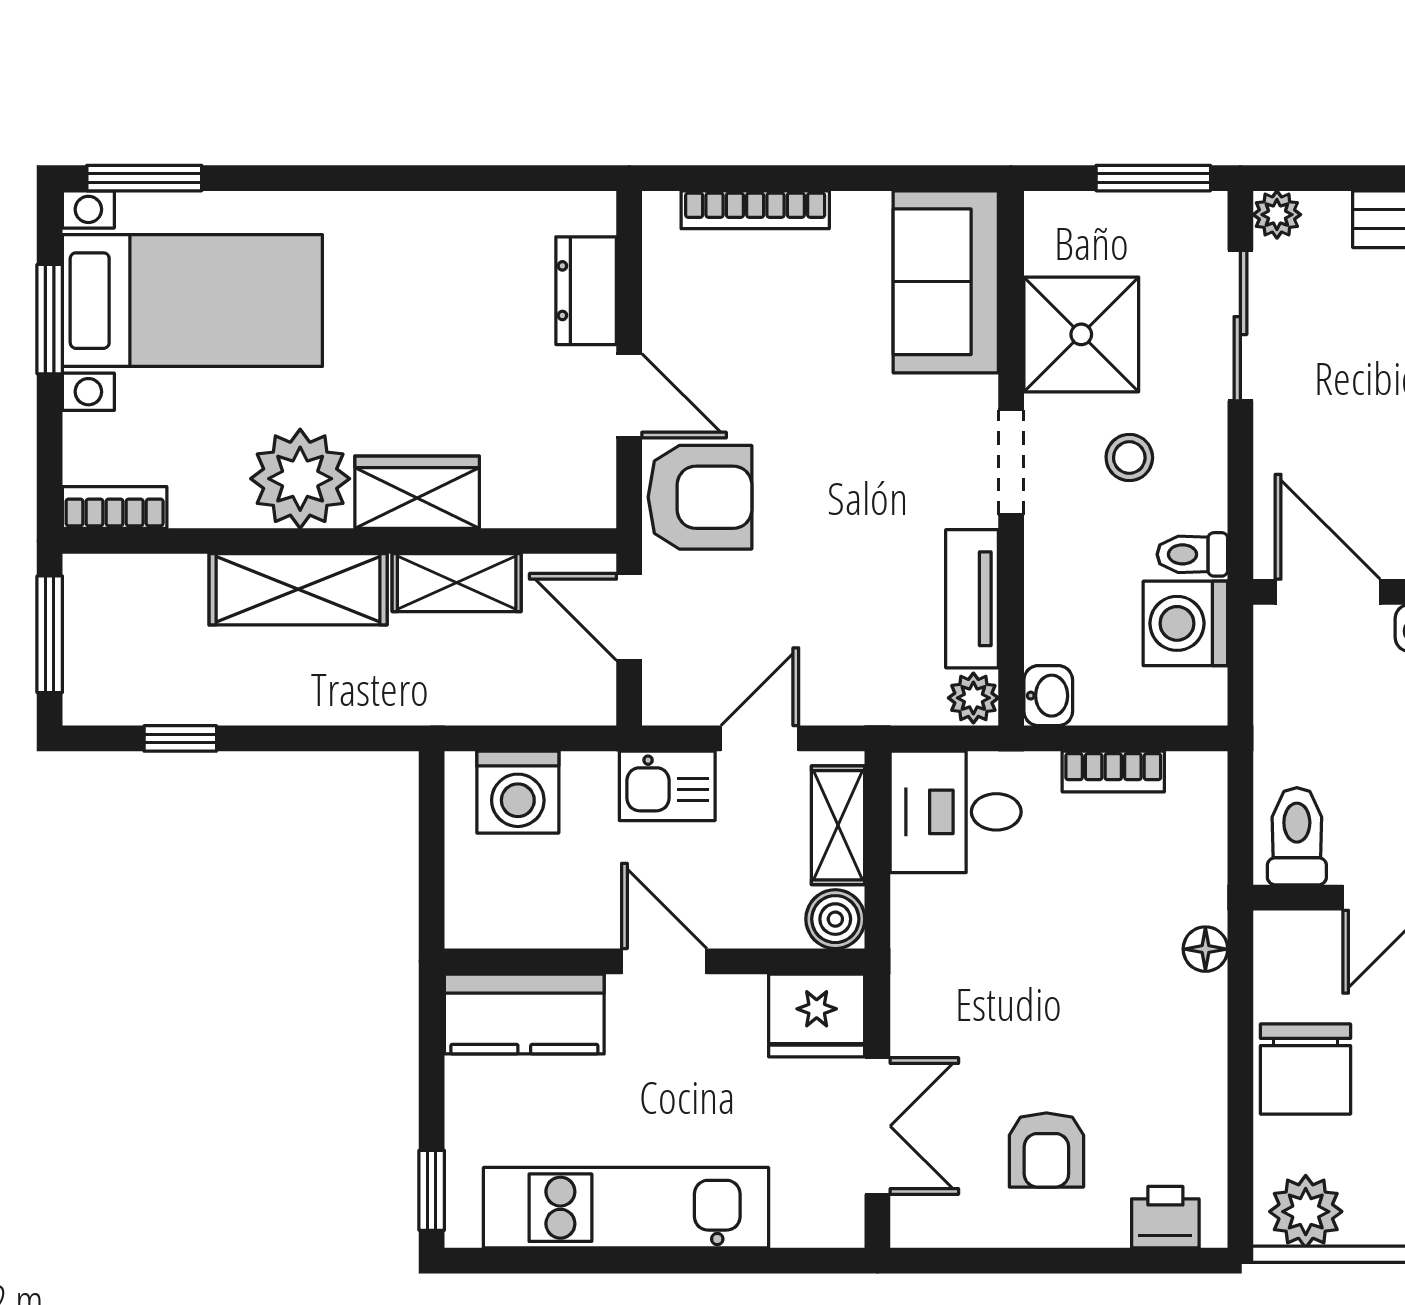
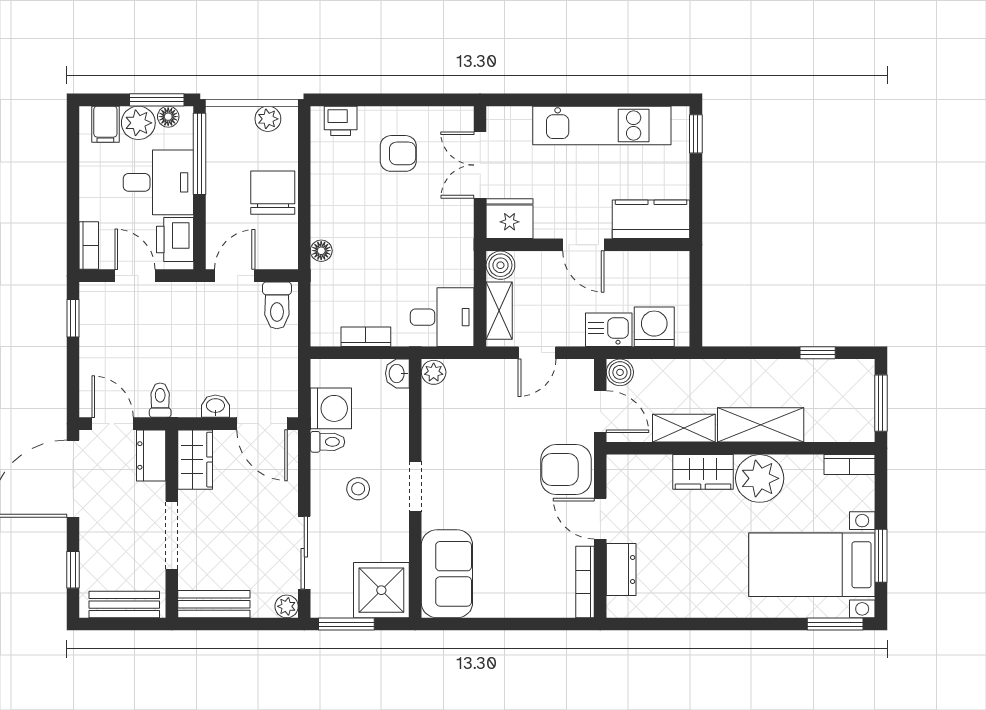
bookcase: (755, 210) -> (585, 582), moved, turned -90
shower: (1081, 334) -> (381, 590), moved
tv unit: (972, 599) -> (434, 420), removed
boiler: (589, 698) -> (620, 372), added
kitchen sink: (667, 786) -> (609, 330), moved
armchair: (1046, 1150) -> (398, 153), turned 90
plant: (1306, 1212) -> (268, 119), width x0.73, depth x0.73

